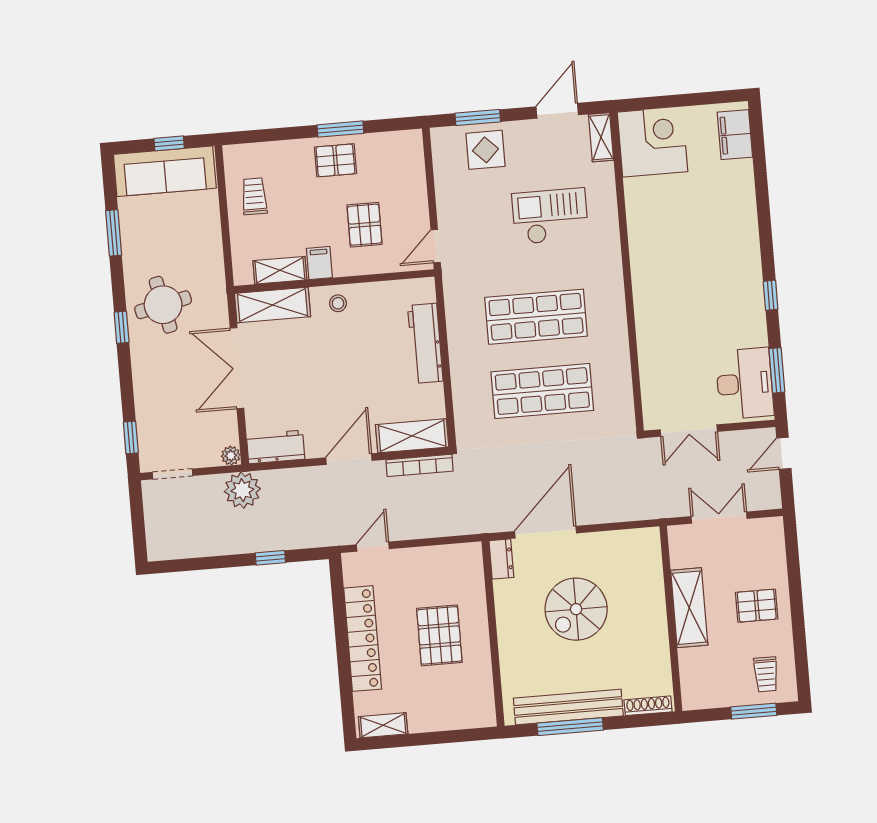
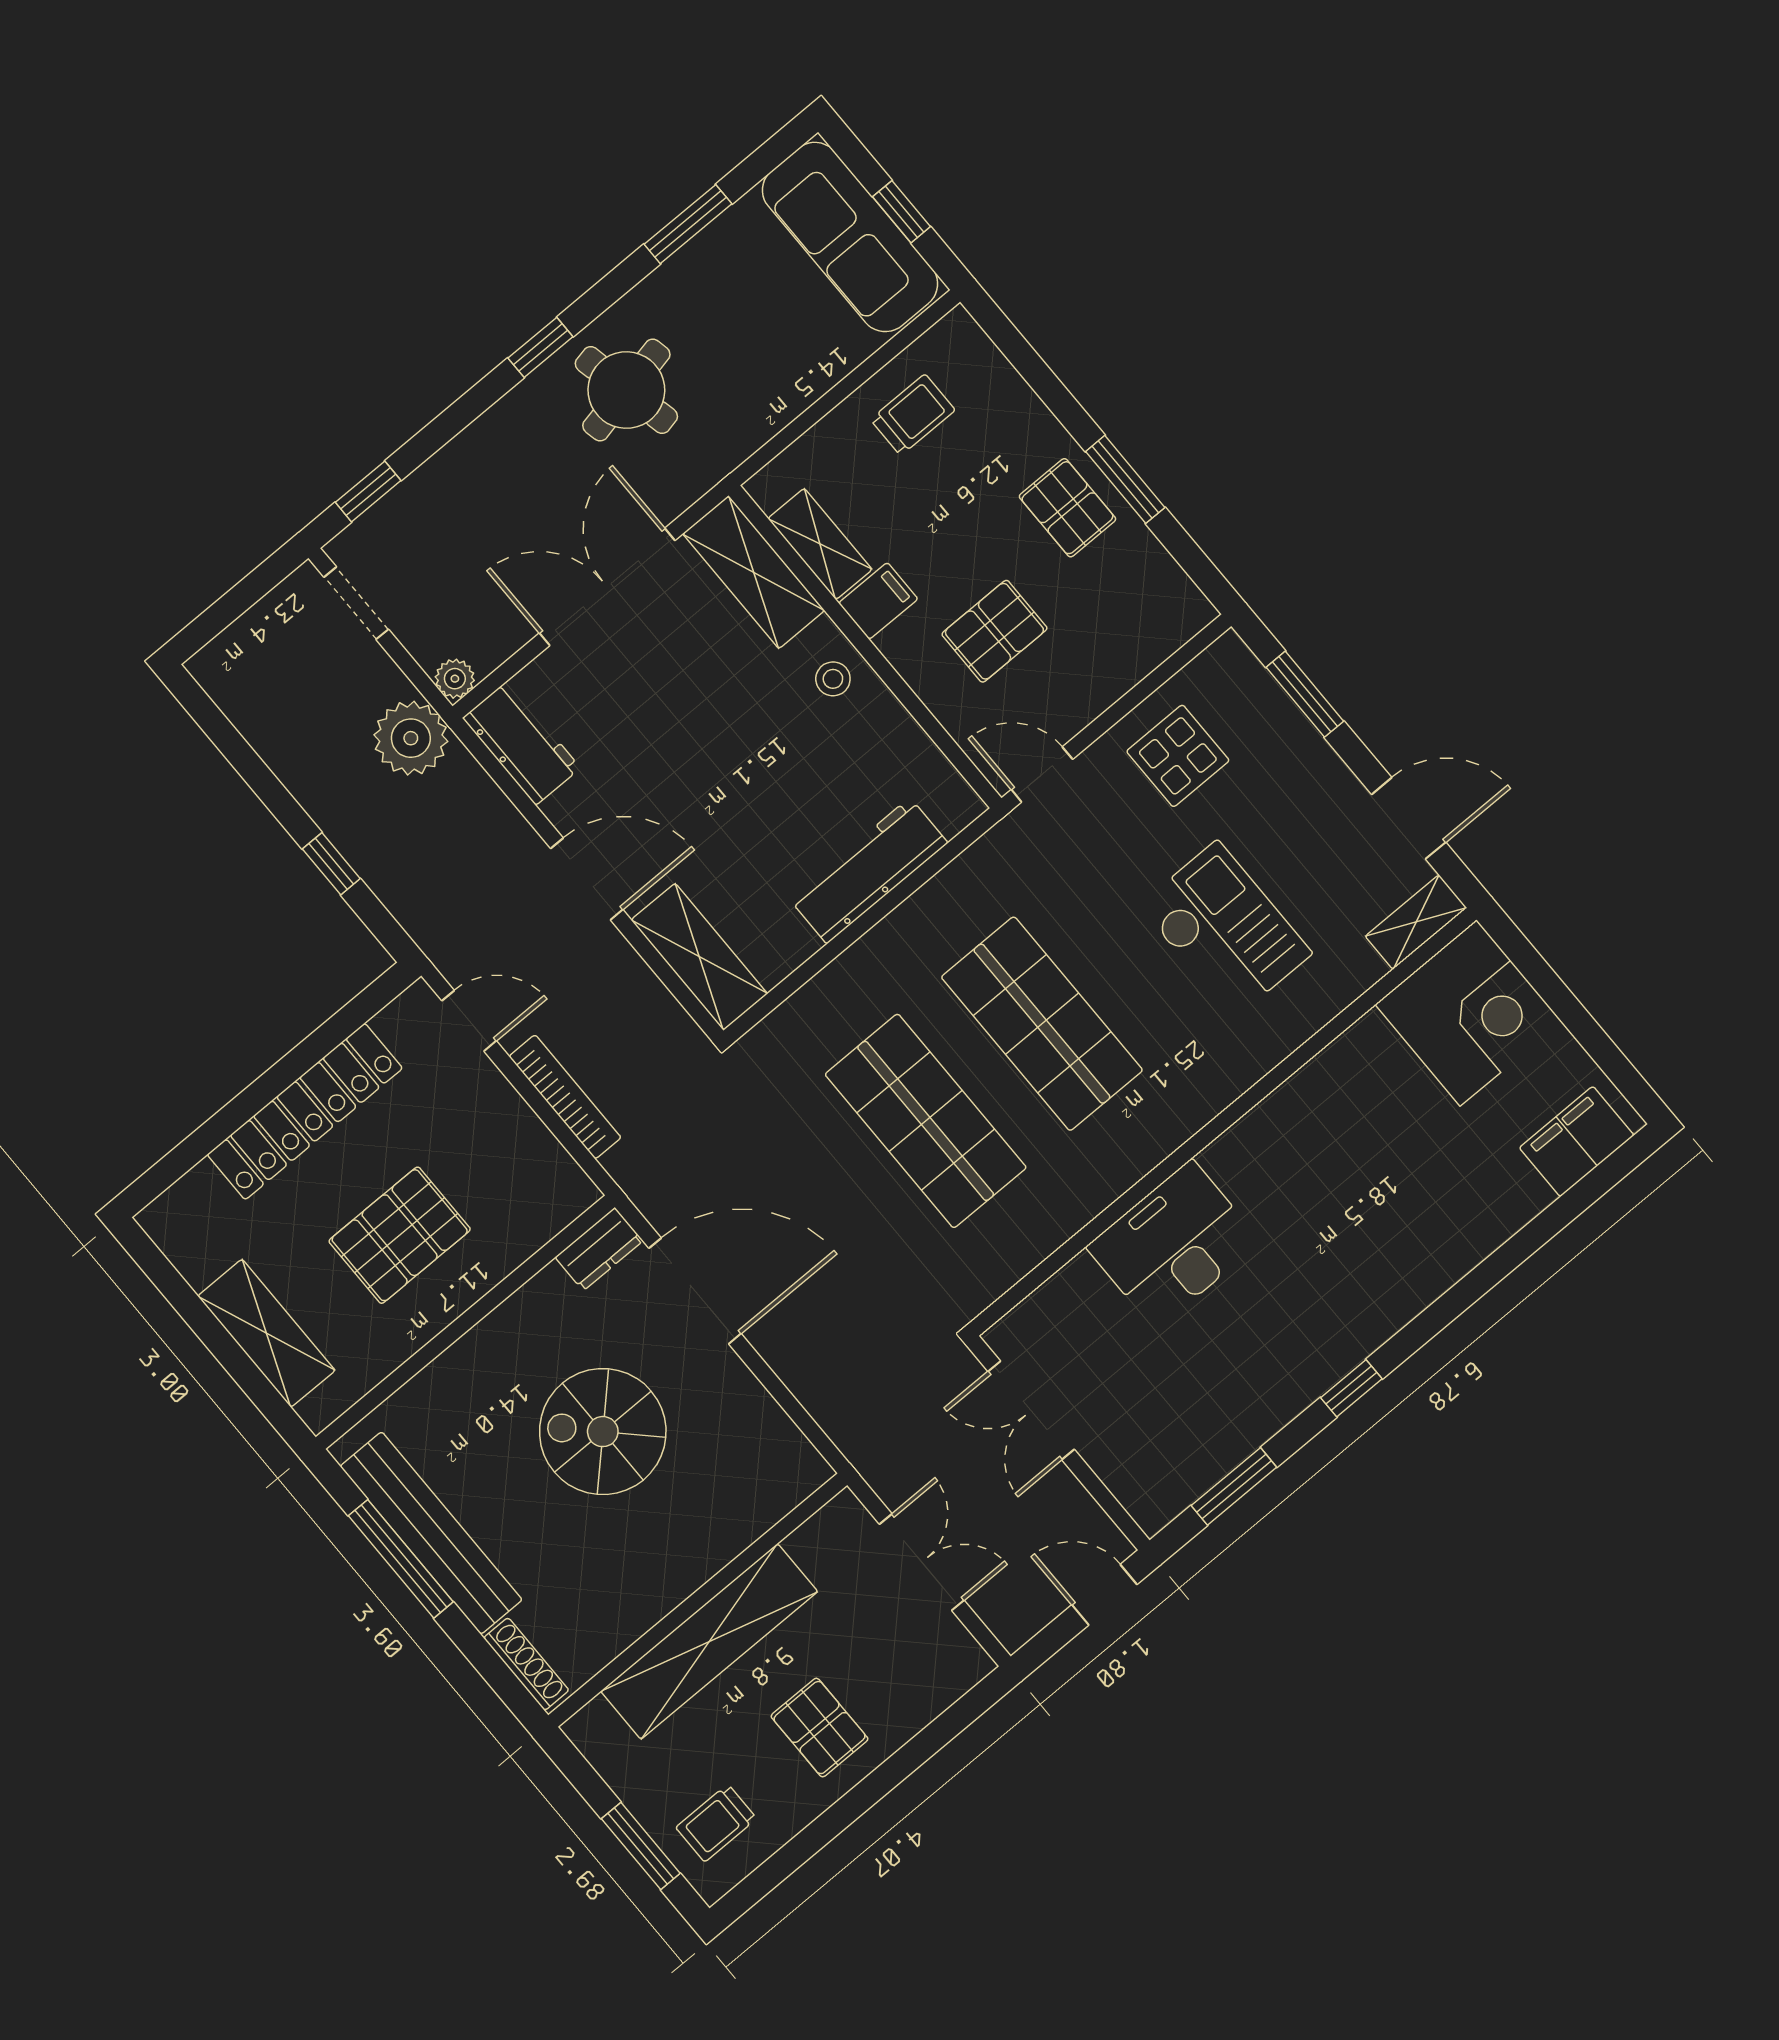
display table: (485, 150) -> (1178, 756), moved
desk: (745, 383) -> (1174, 1244), moved, turned 180
bookcase: (419, 465) -> (565, 1097), moved, turned 180
shelving: (689, 608) -> (709, 1641), width x1.47
shelving: (383, 725) -> (266, 1333), moved, width x1.50, depth x1.33

